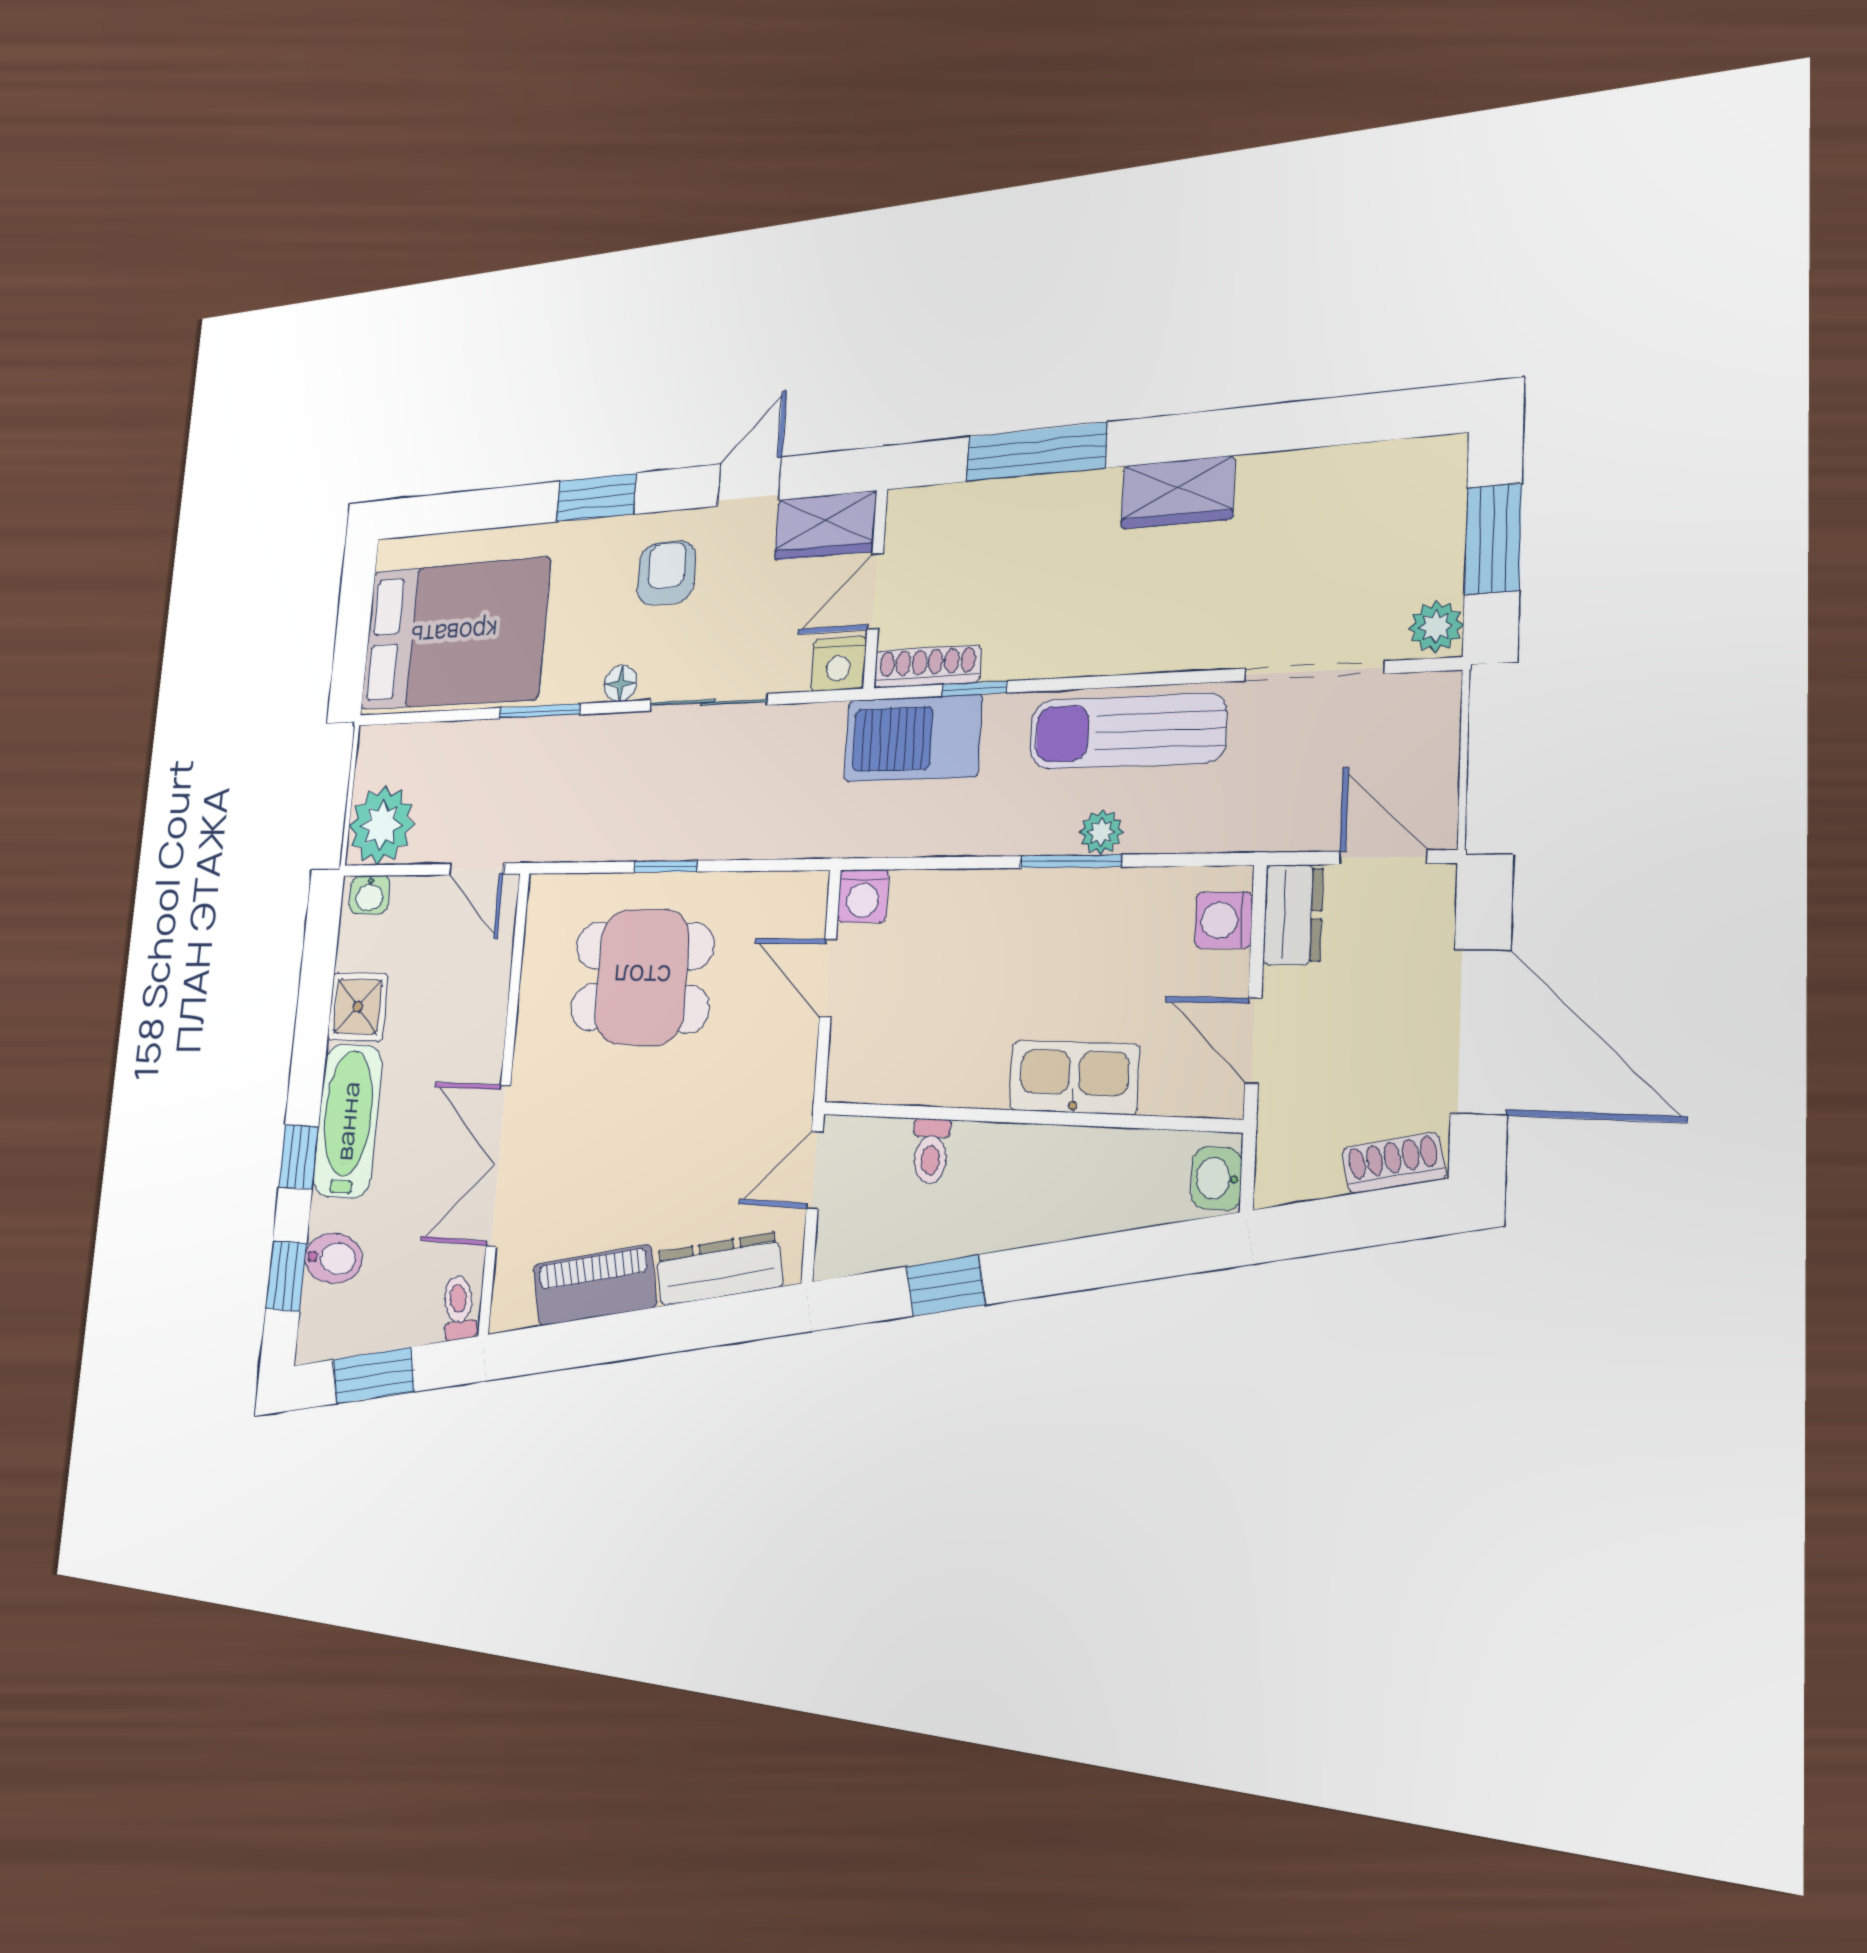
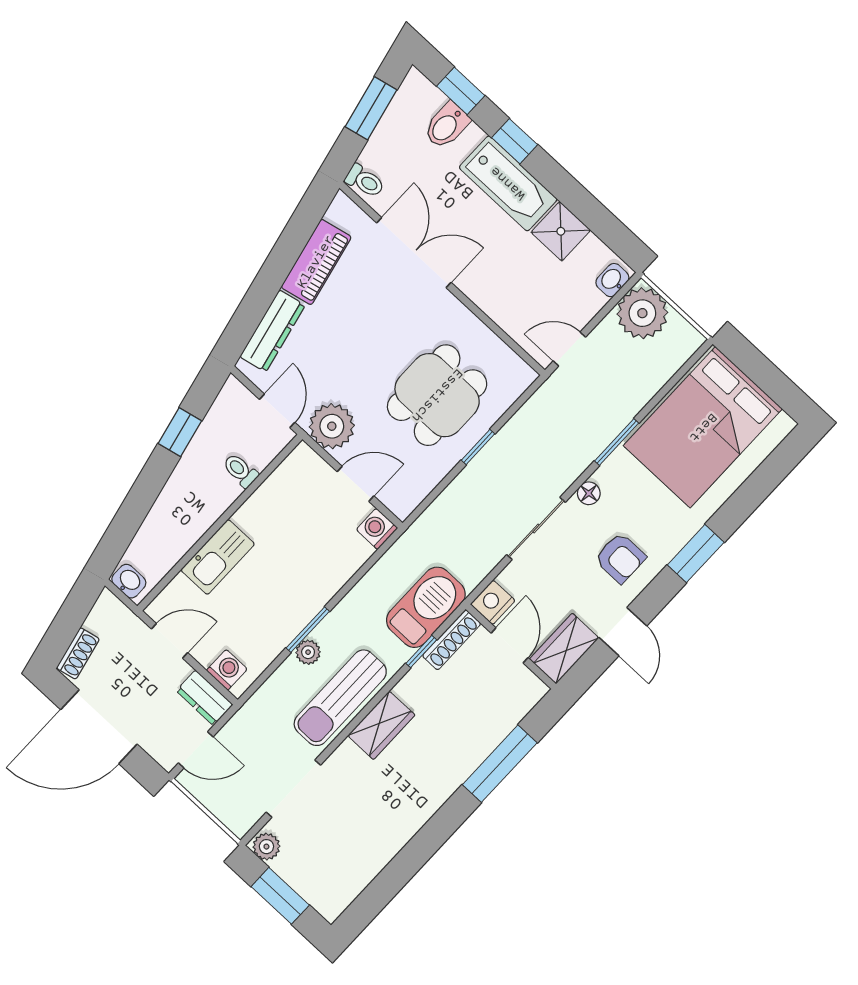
wardrobe: (1178, 492) -> (381, 725), moved, turned 180
sun lounger: (1127, 731) -> (340, 698), turned 180
plant: (779, 1078) -> (332, 426), added

